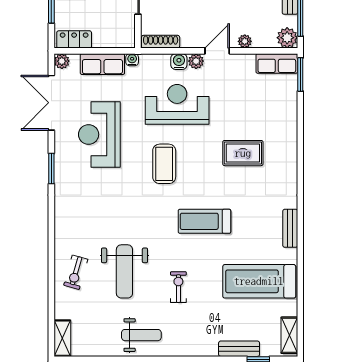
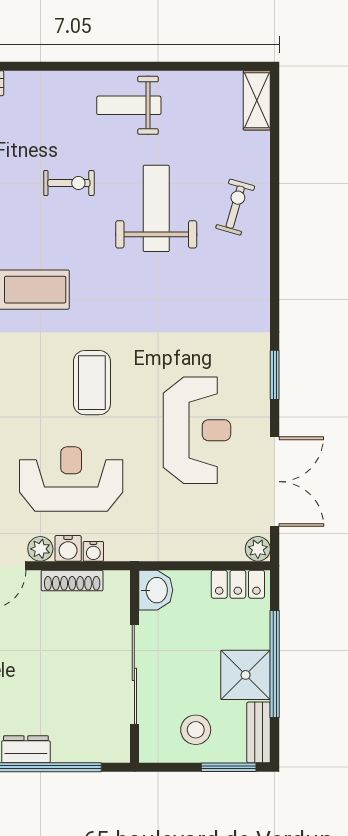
washbasin: (125, 36) -> (156, 590), added
shoe rack: (161, 42) -> (72, 581), moved
water cooler: (132, 60) -> (93, 551), moved
row of seats: (102, 64) -> (192, 544), removed
reception desk: (177, 104) -> (71, 479), turned 180
exercise bike: (178, 287) -> (69, 183), turned -90

